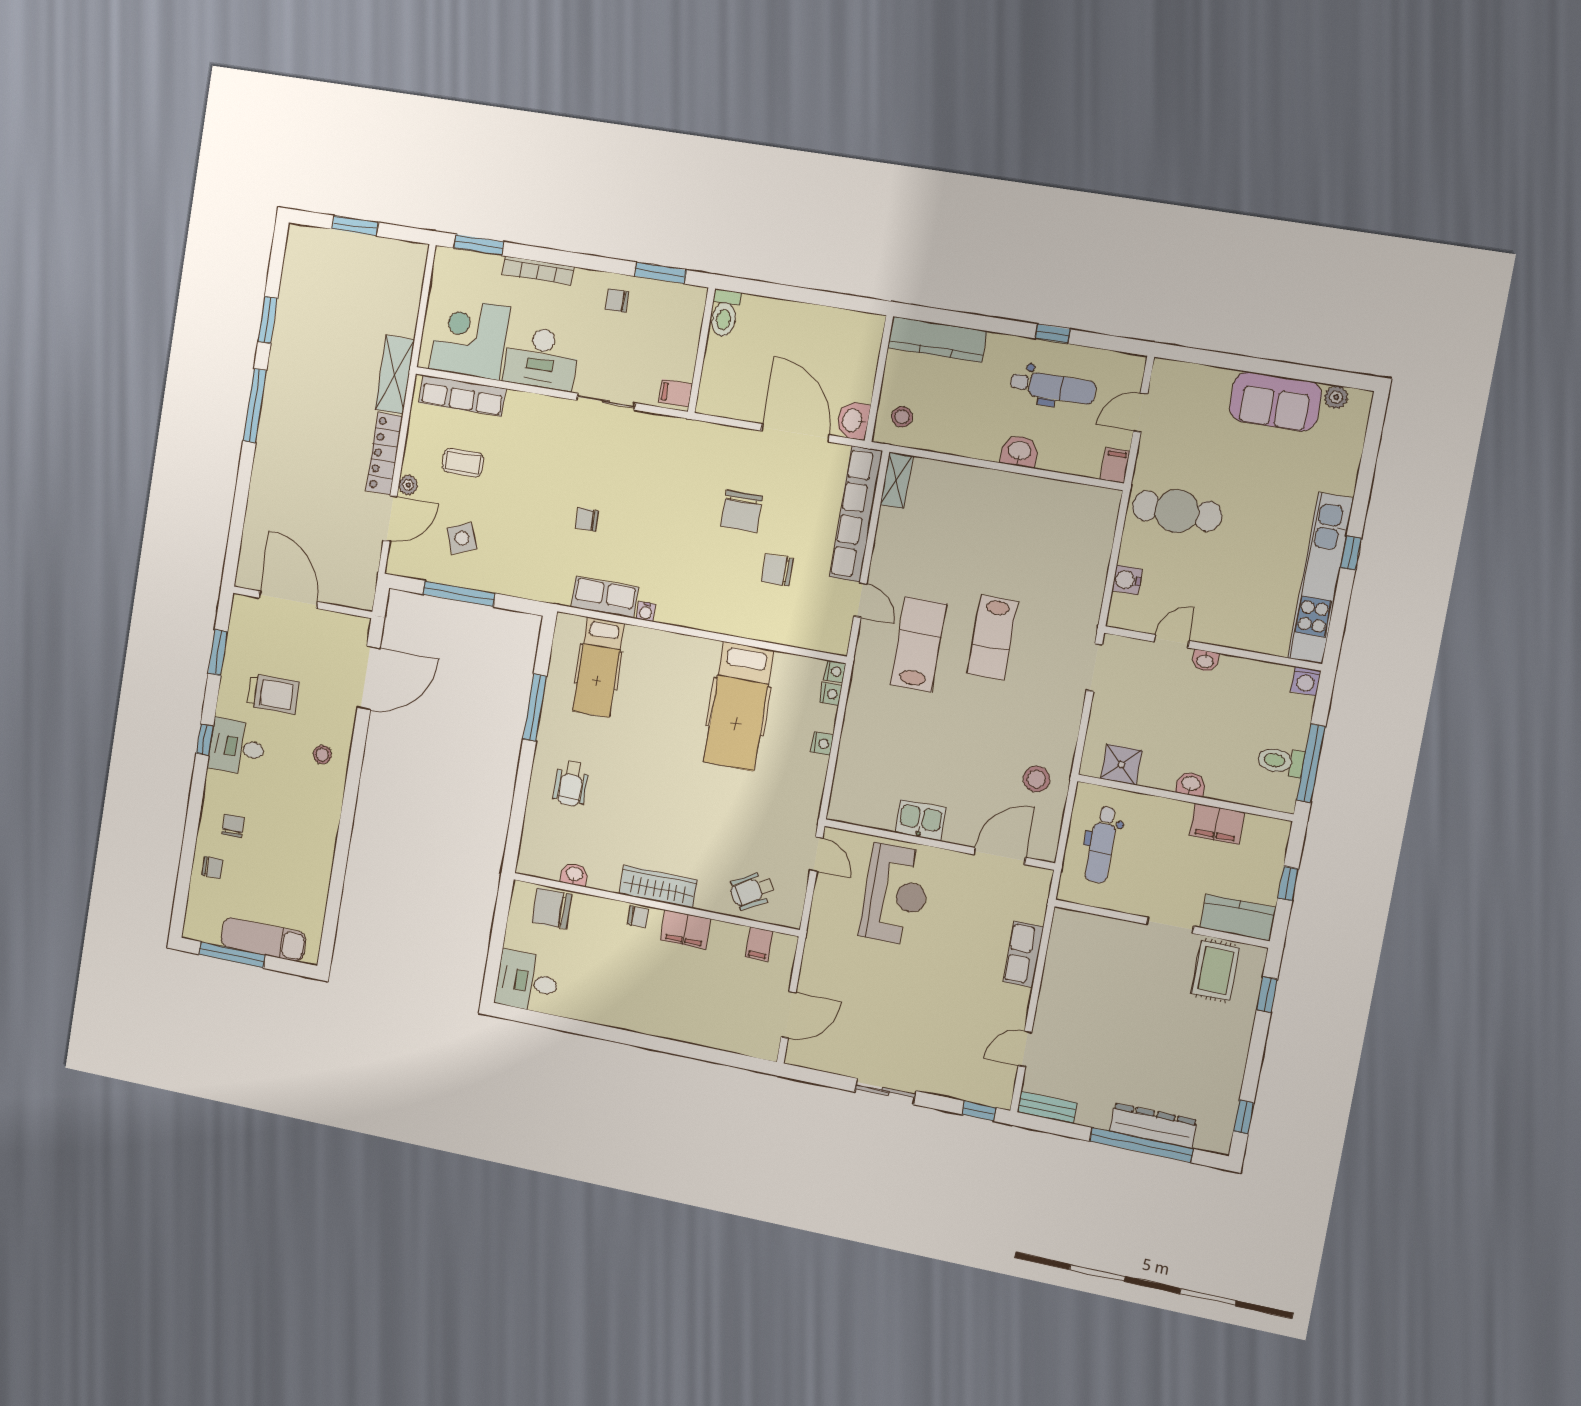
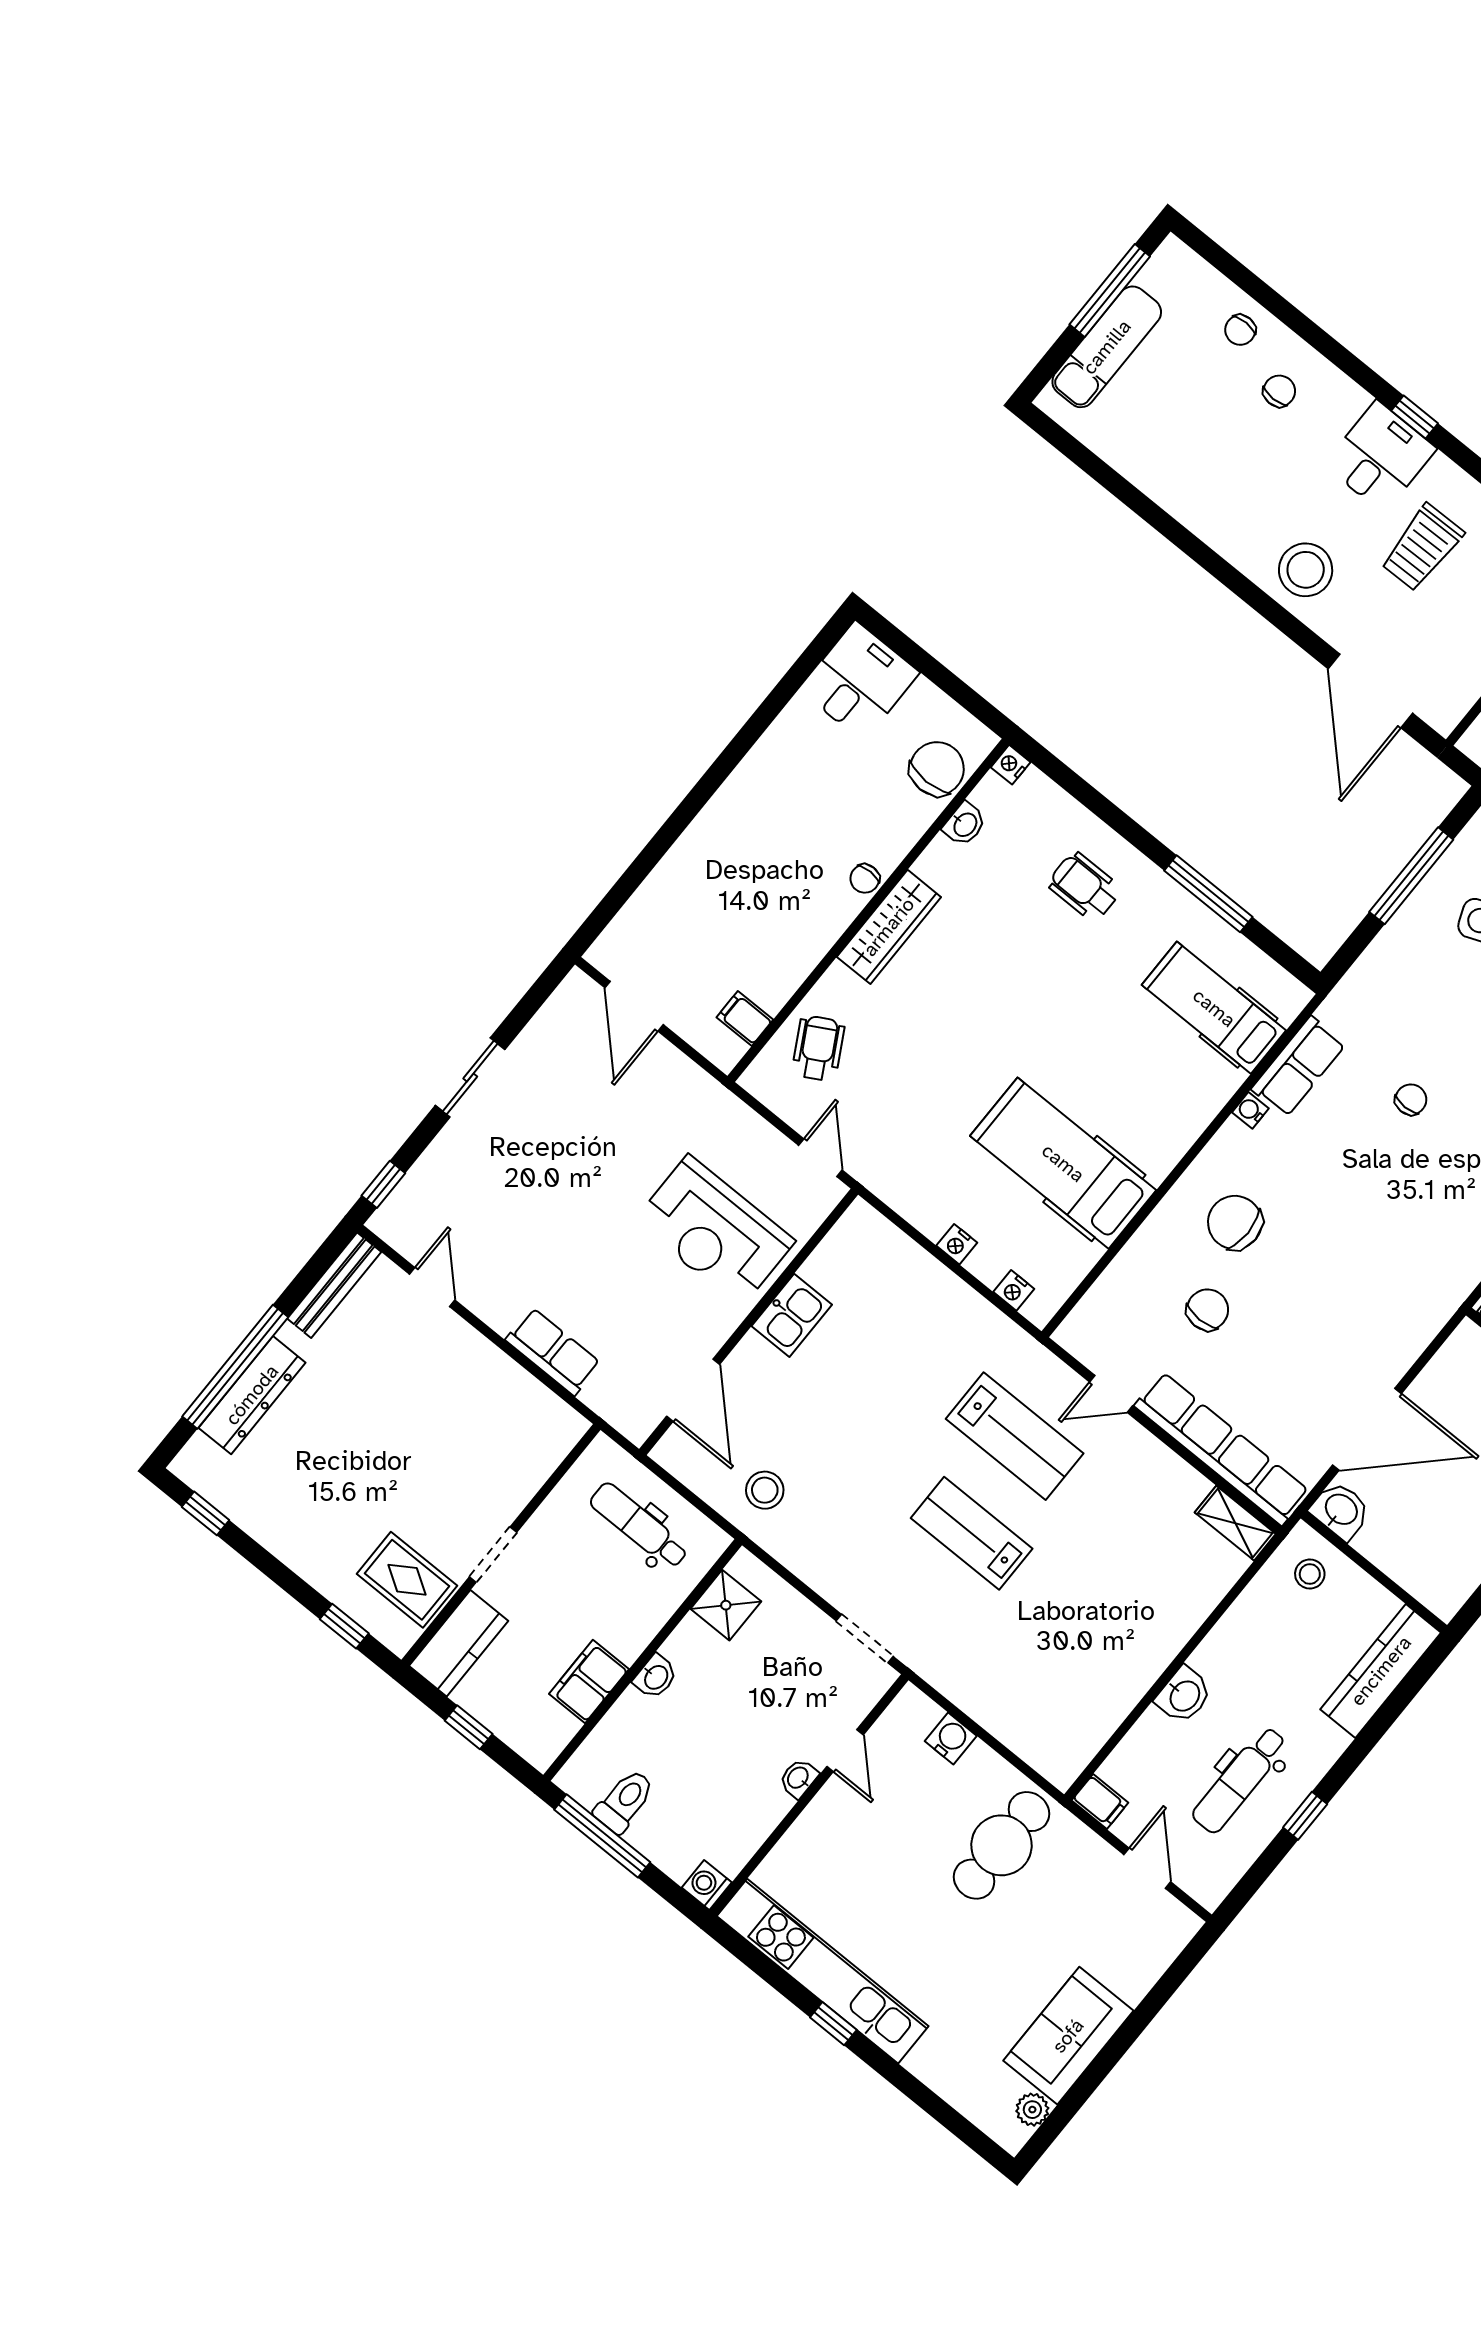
chair: (742, 511) -> (1235, 1222), moved
nightstand: (835, 671) -> (1011, 765), moved, turned 90
stool: (322, 755) -> (1306, 570), width x1.89, depth x1.89
chair: (233, 826) -> (1279, 391), turned -90
door: (816, 854) -> (820, 1158), swing flipped
filing cabinet: (685, 929) -> (815, 932), removed
bench: (1047, 1107) -> (334, 1285), width x1.36

